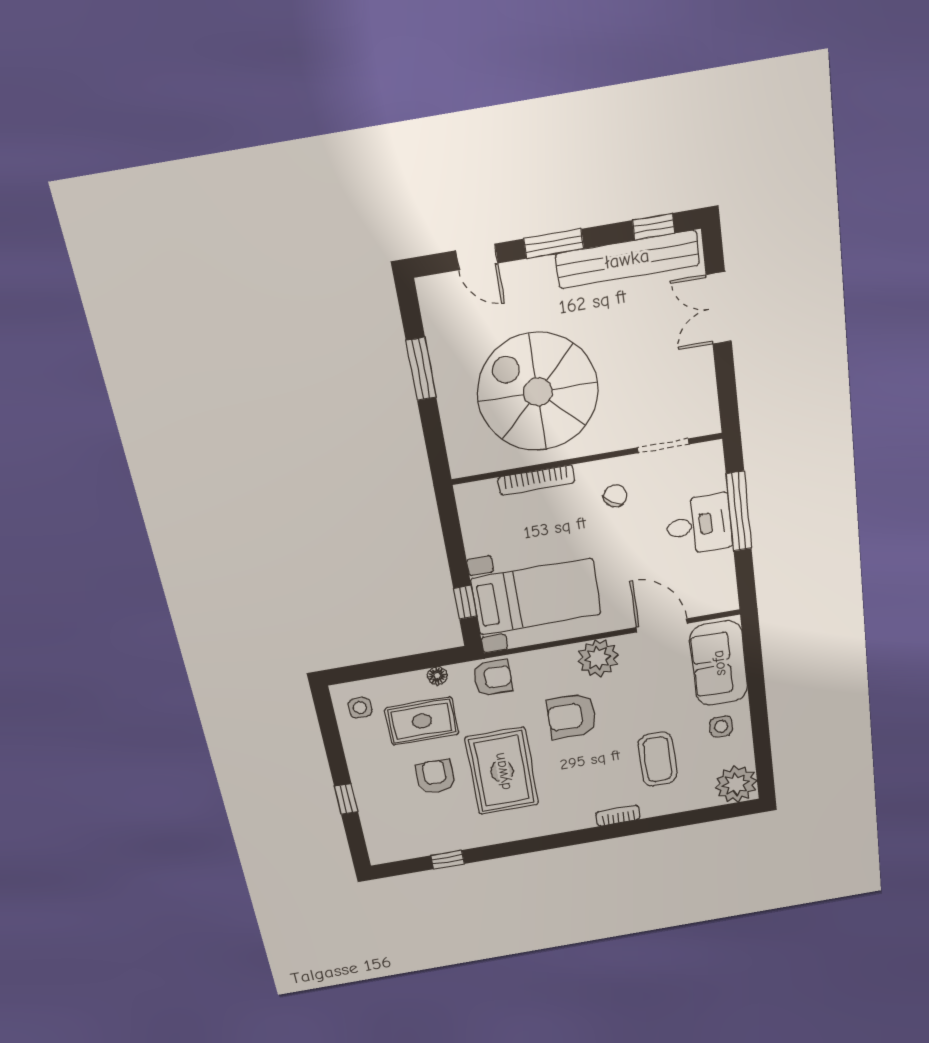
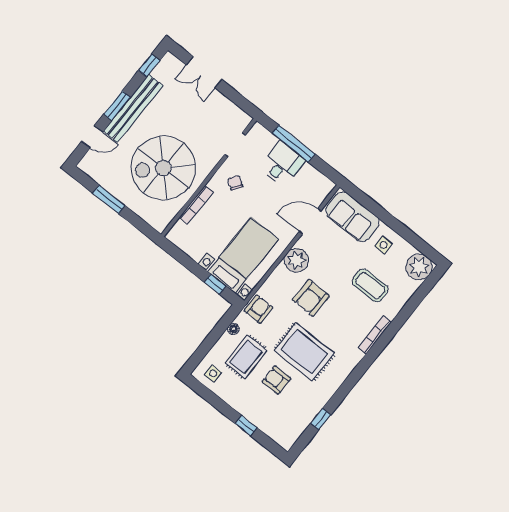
bench: (627, 259) -> (133, 108), moved
bookcase: (618, 816) -> (375, 335), width x1.56

